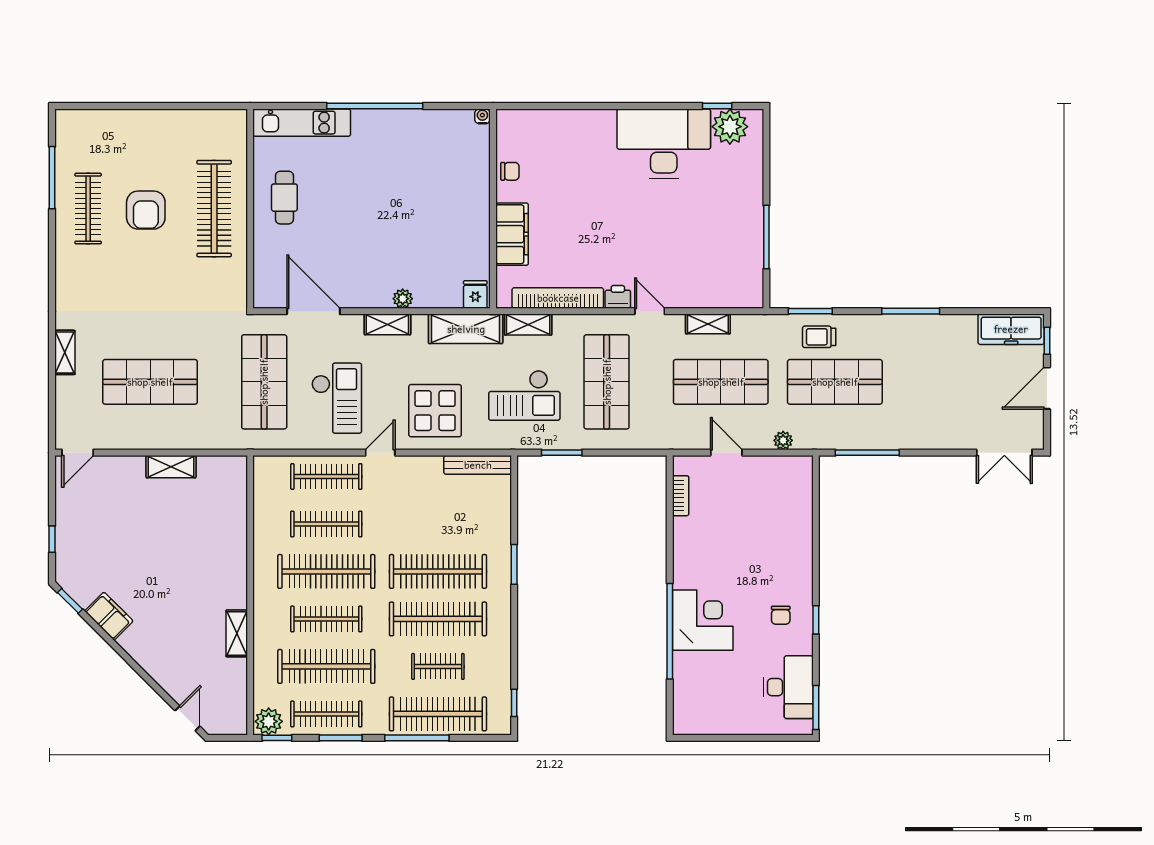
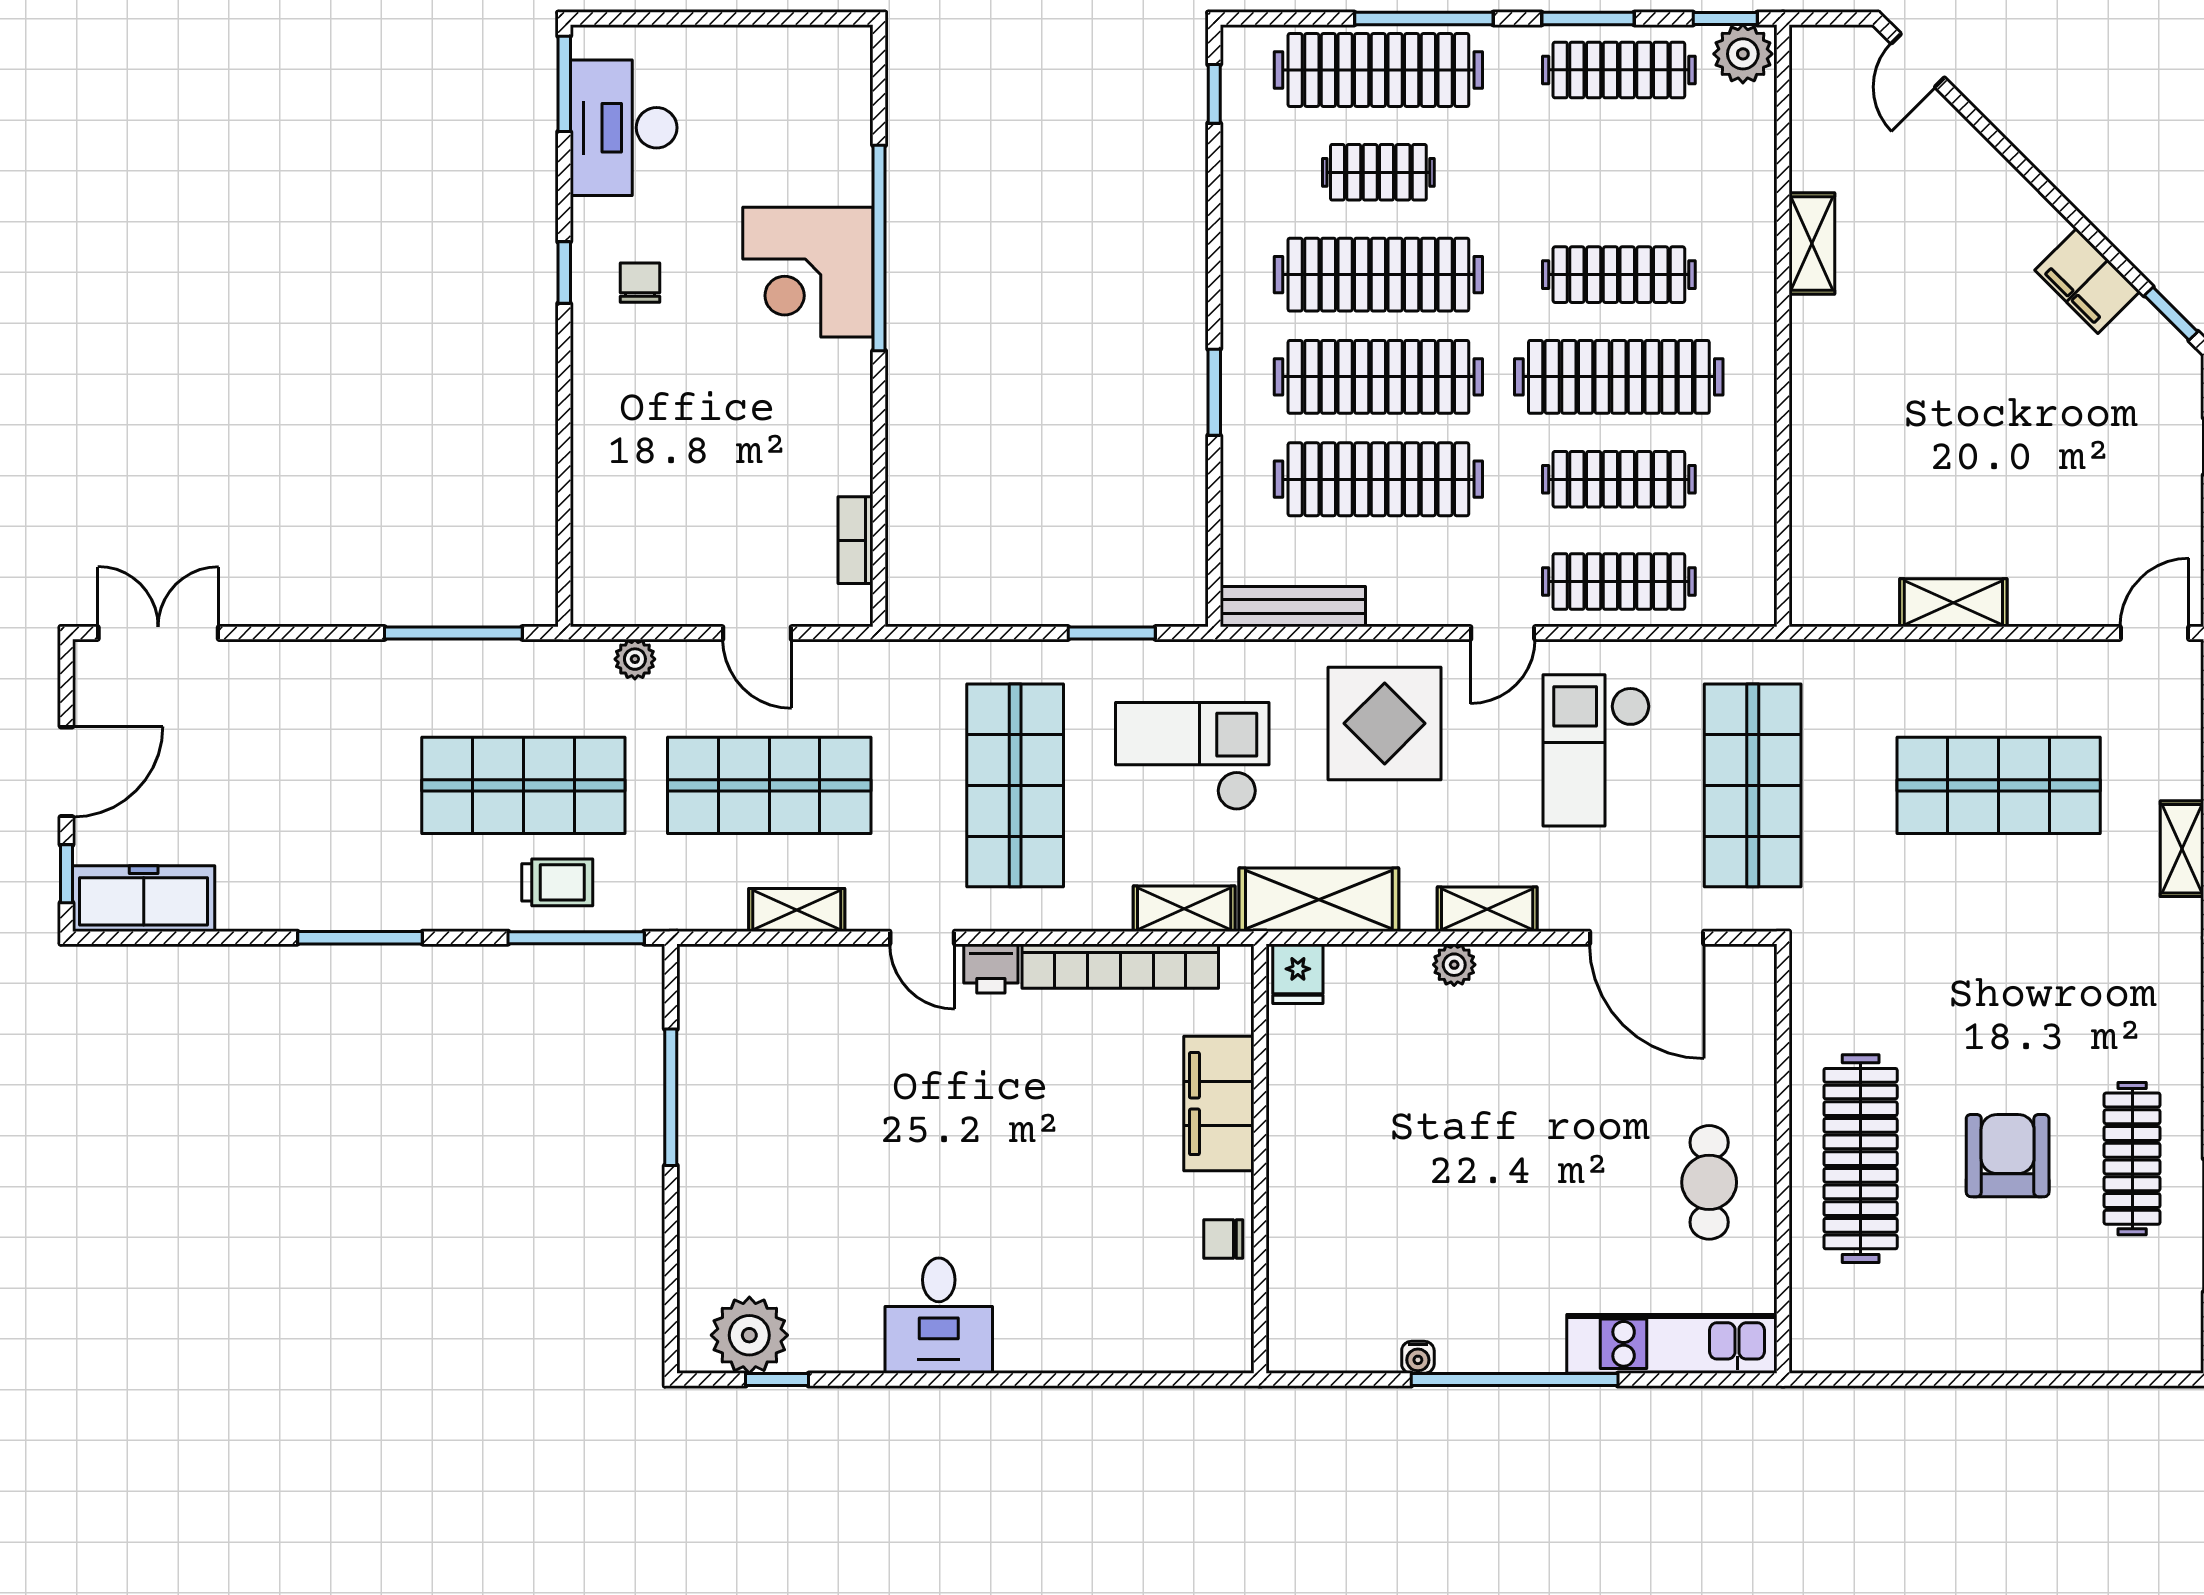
water cooler: (482, 116) -> (1418, 1357), moved
desk: (664, 144) -> (939, 1316), width x0.53, depth x0.77
window: (810, 311) -> (576, 938), width x1.44
clothes rail: (326, 666) -> (1378, 479), moved

